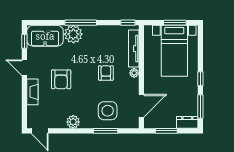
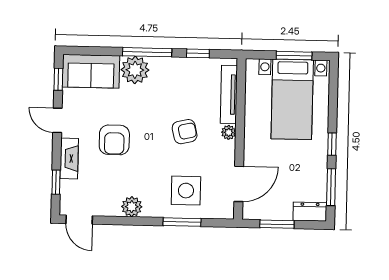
window: (128, 23) -> (198, 53), moved
armchair: (106, 73) -> (185, 132), turned 77
window: (24, 107) -> (56, 182), added

